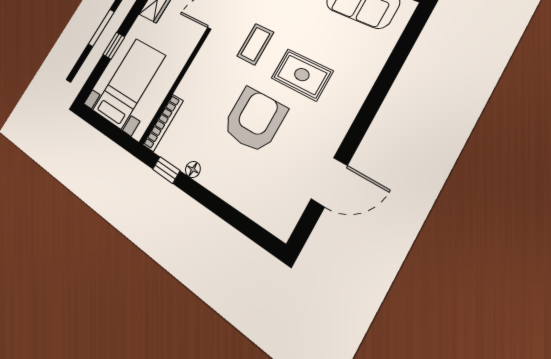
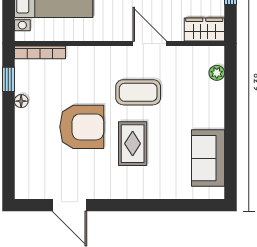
coffee table: (255, 44) -> (138, 92), width x1.36, depth x1.30

